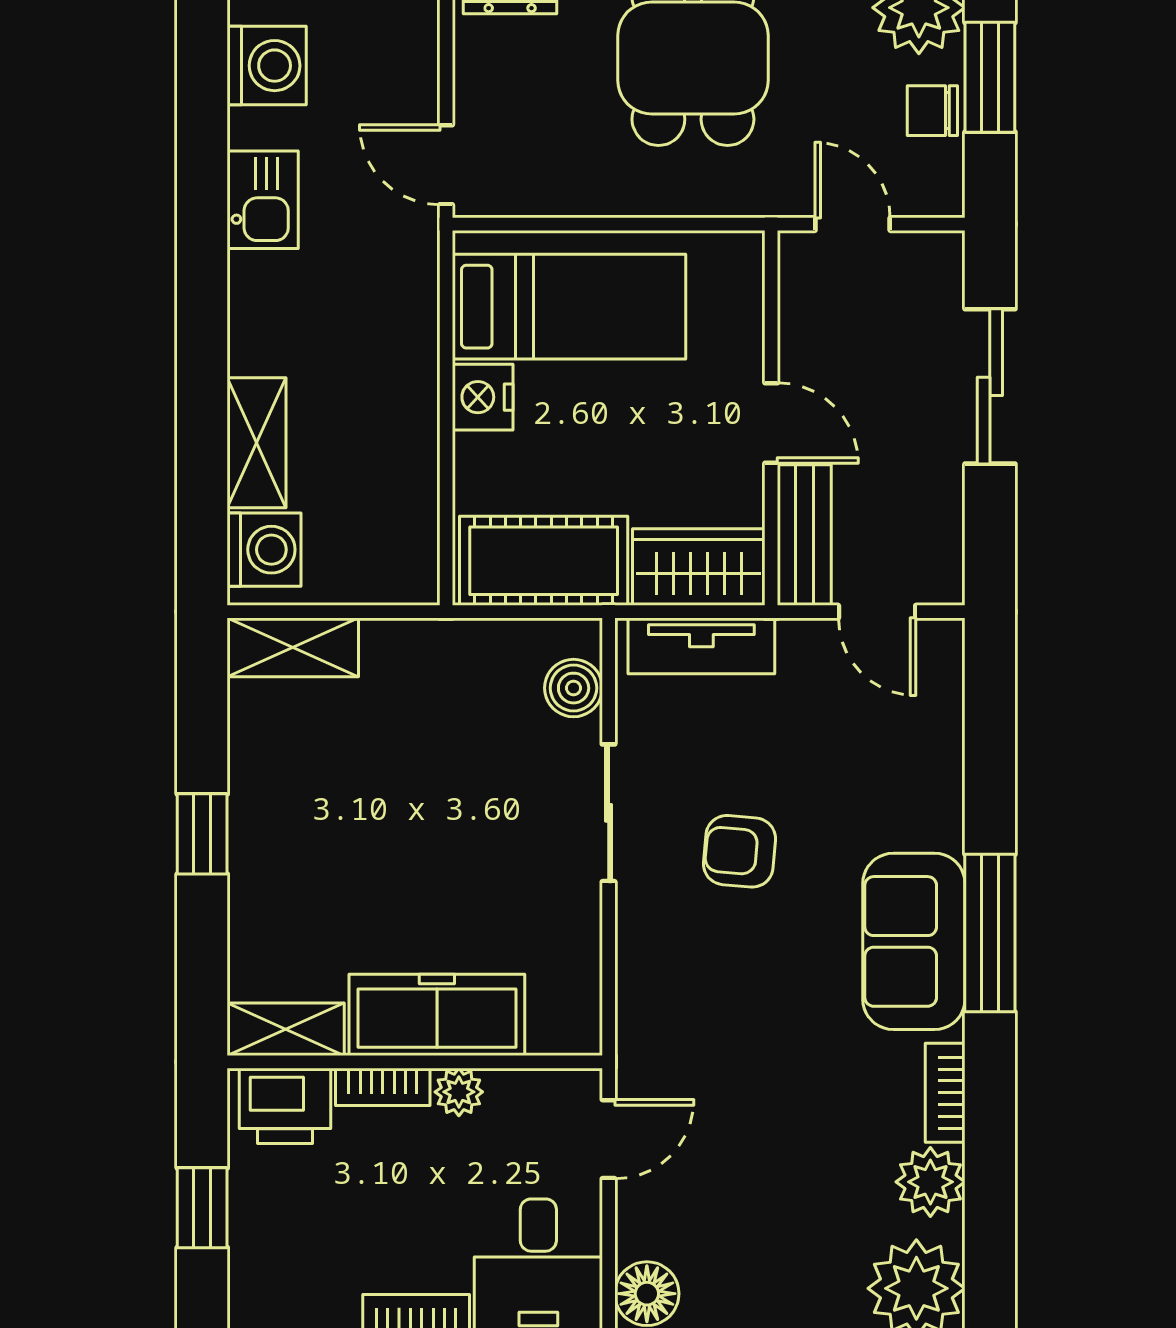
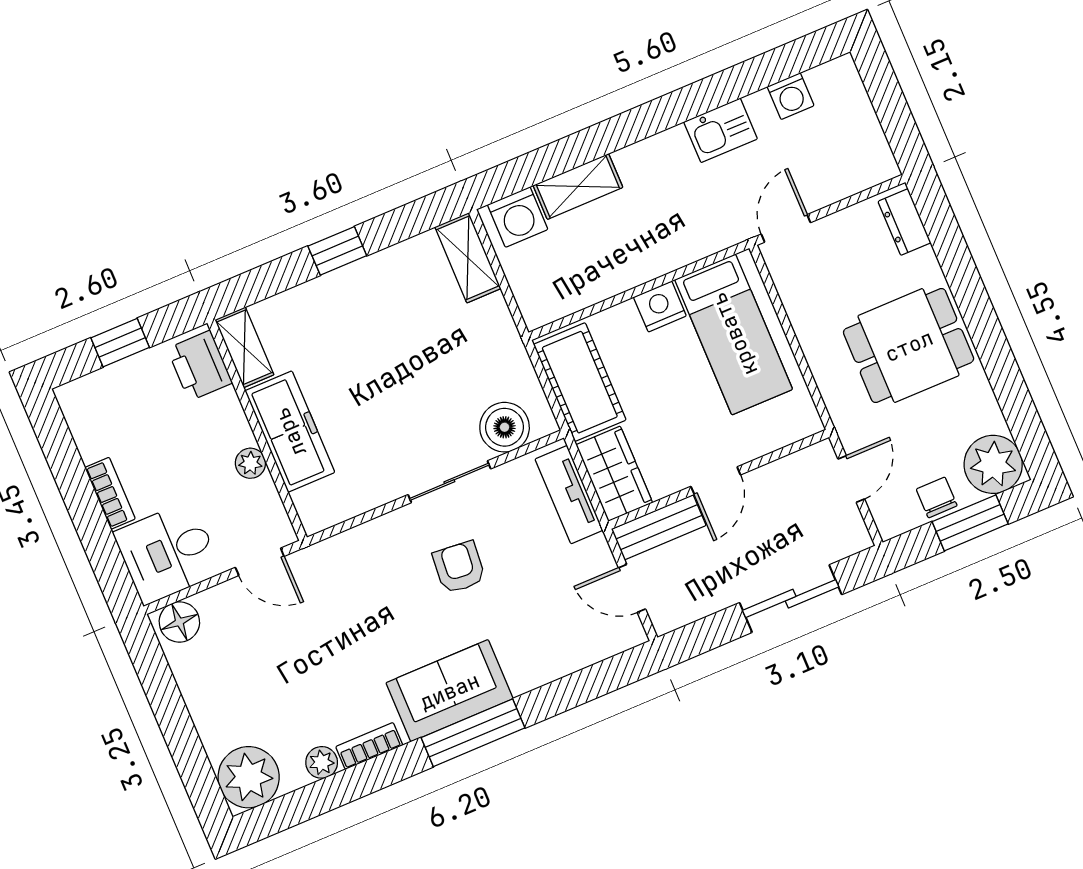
washing machine: (267, 66) -> (791, 96), width x0.73, depth x0.73
door: (877, 612) -> (632, 588), hinge flipped
boiler: (574, 688) -> (505, 427), width x1.36, depth x1.36
bookcase: (383, 1087) -> (235, 418), removed
plant: (930, 1182) -> (322, 762), width x0.73, depth x0.73

